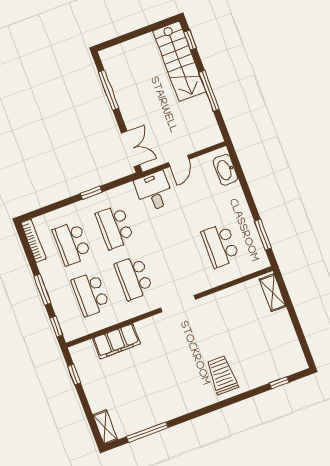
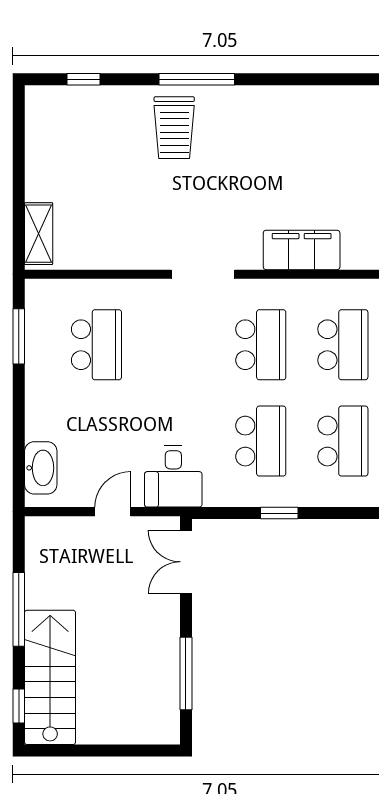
filing cabinet: (116, 341) -> (302, 250), moved
window: (147, 432) -> (197, 79), moved

